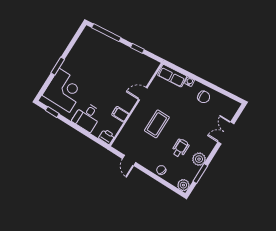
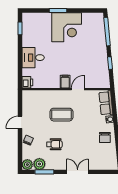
corner desk: (64, 90) -> (67, 27), moved
door: (143, 94) -> (78, 89), hinge flipped
filing cabinet: (120, 114) -> (65, 82), moved
double door: (226, 133) -> (78, 172), moved
plant: (199, 159) -> (39, 164), moved
door: (129, 160) -> (20, 122), moved

